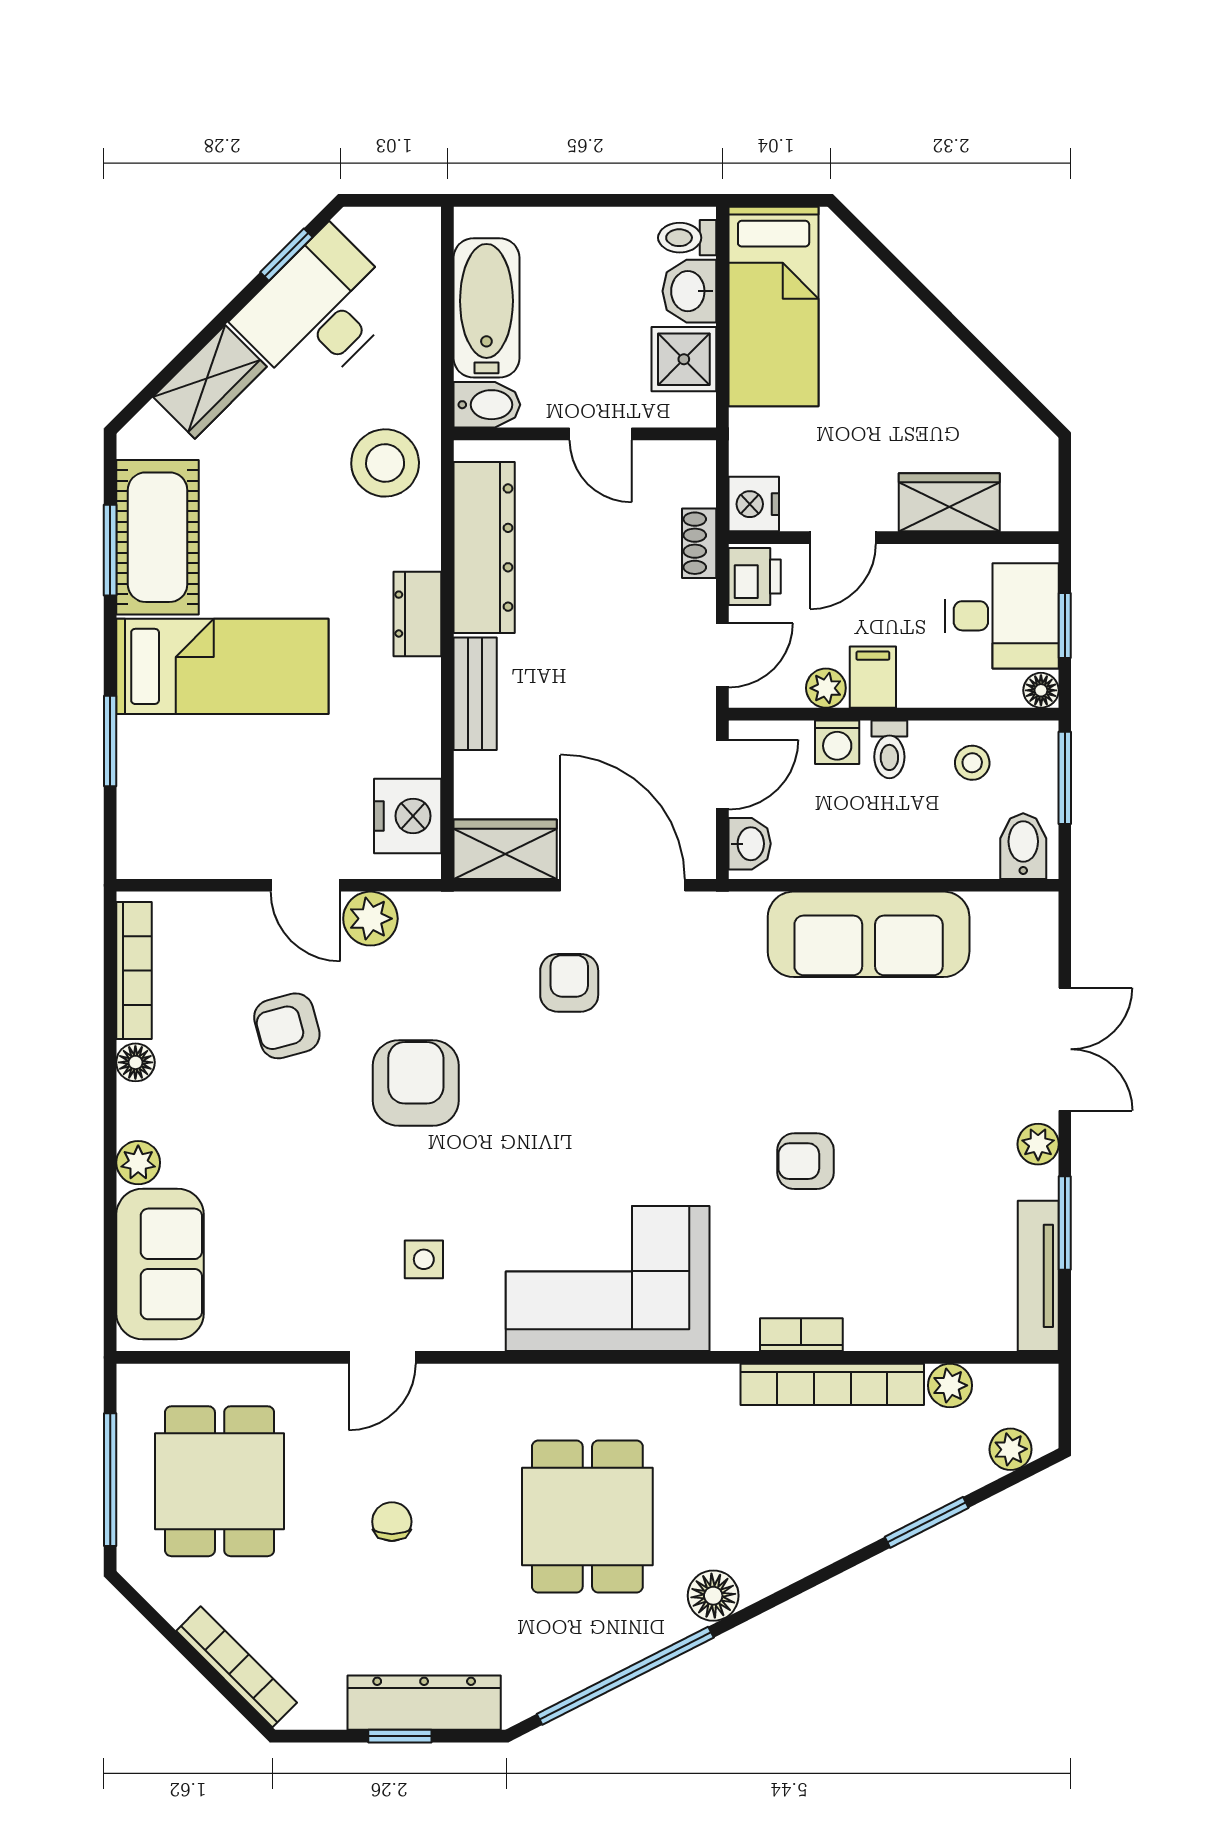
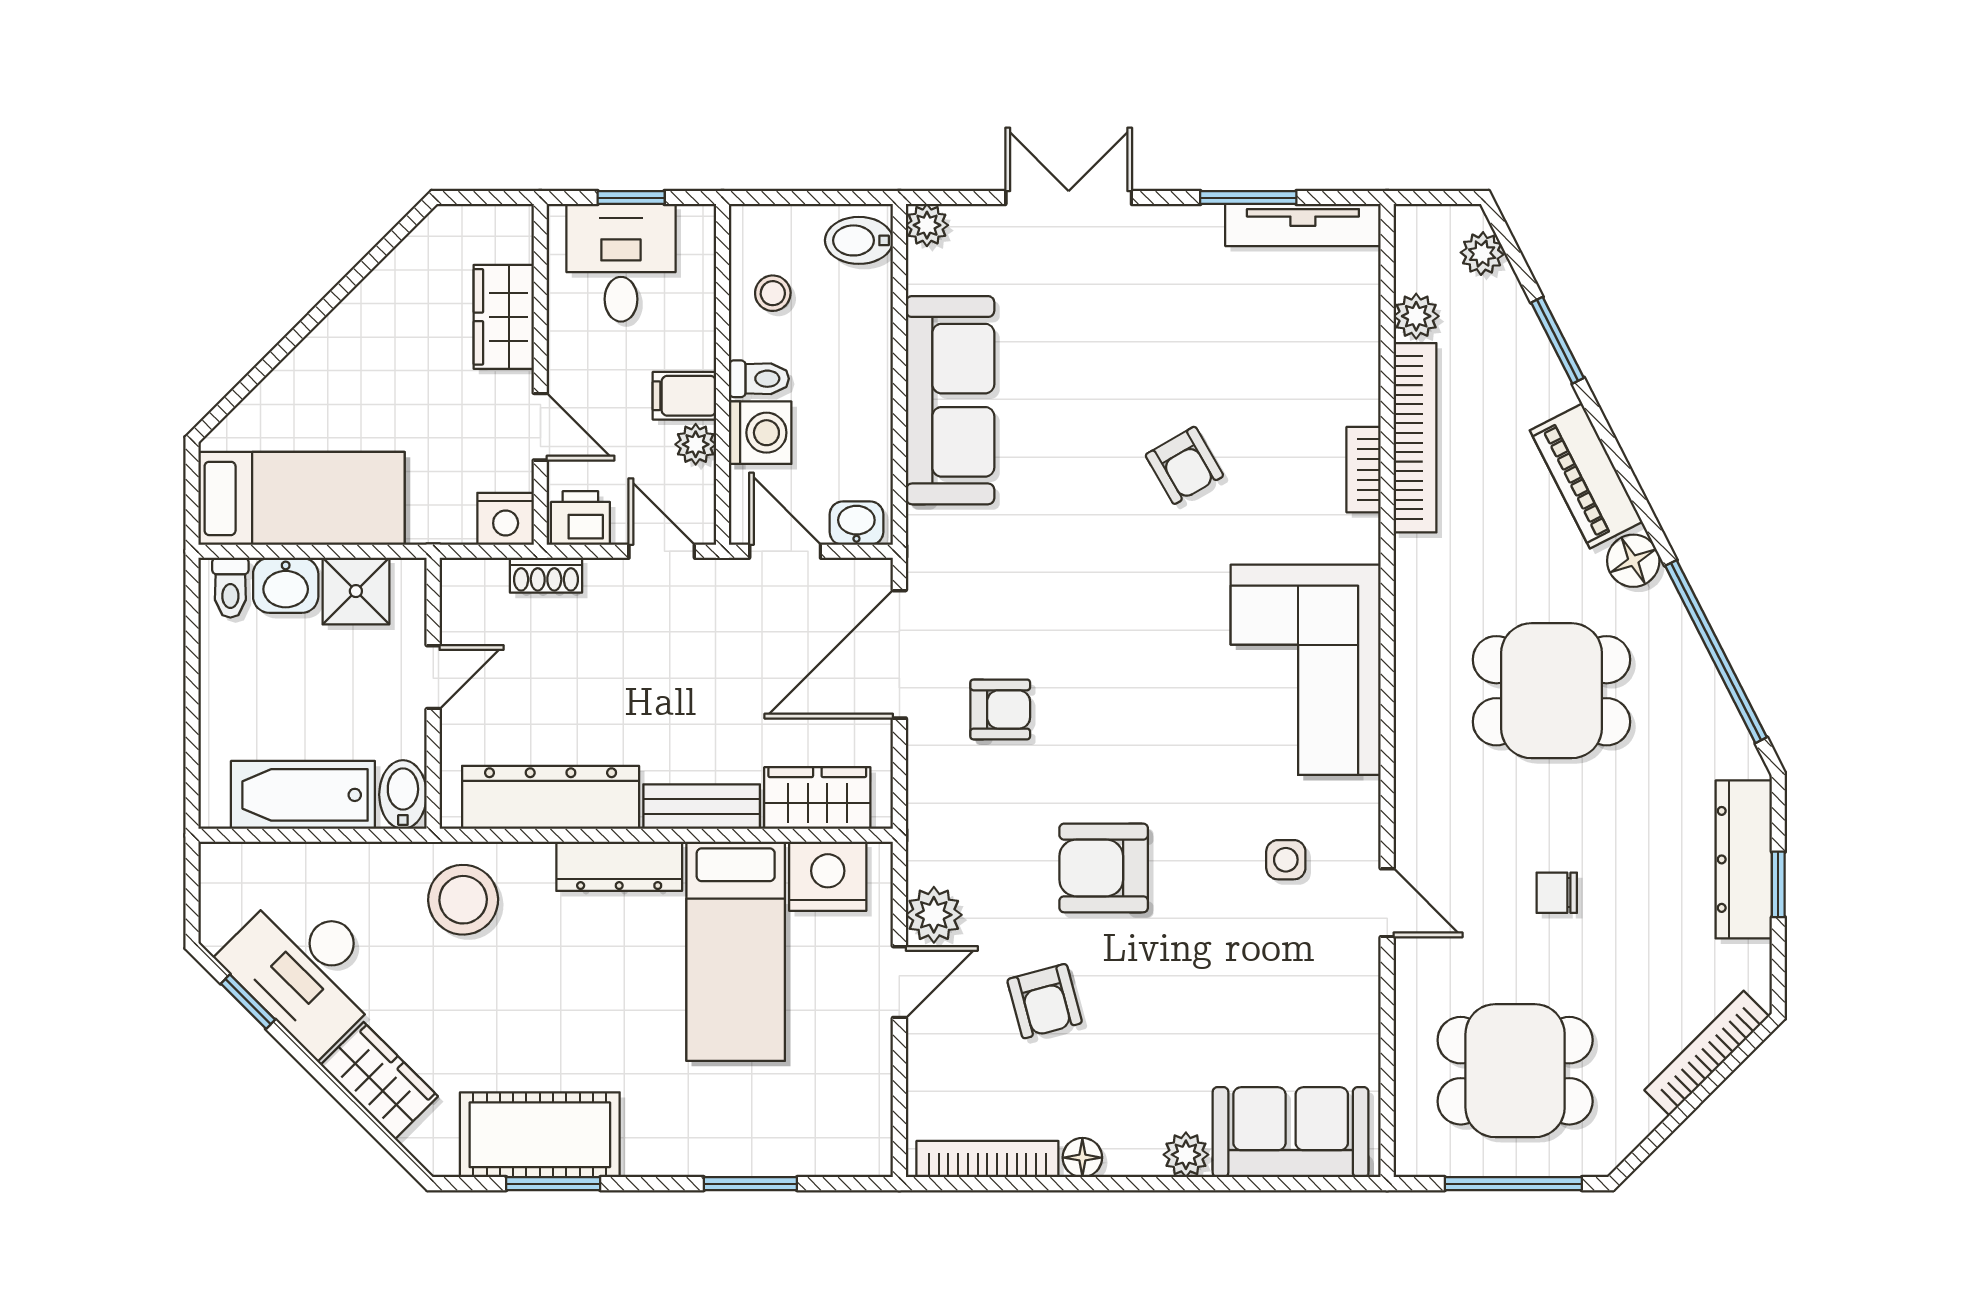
dresser: (417, 614) -> (619, 866), width x1.44
bed: (222, 666) -> (736, 951), moved, turned 180
floor lamp: (1041, 690) -> (698, 222), removed
washing machine: (837, 742) -> (760, 433), width x1.38, depth x1.38
window: (1065, 778) -> (788, 198), removed
wardrobe: (505, 849) -> (817, 798), moved, turned 90
armchair: (569, 983) -> (1000, 709), turned 180
plant: (1038, 1144) -> (927, 225), moved
armchair: (806, 1161) -> (1184, 465), turned -30
piano: (795, 1550) -> (1586, 476), added

